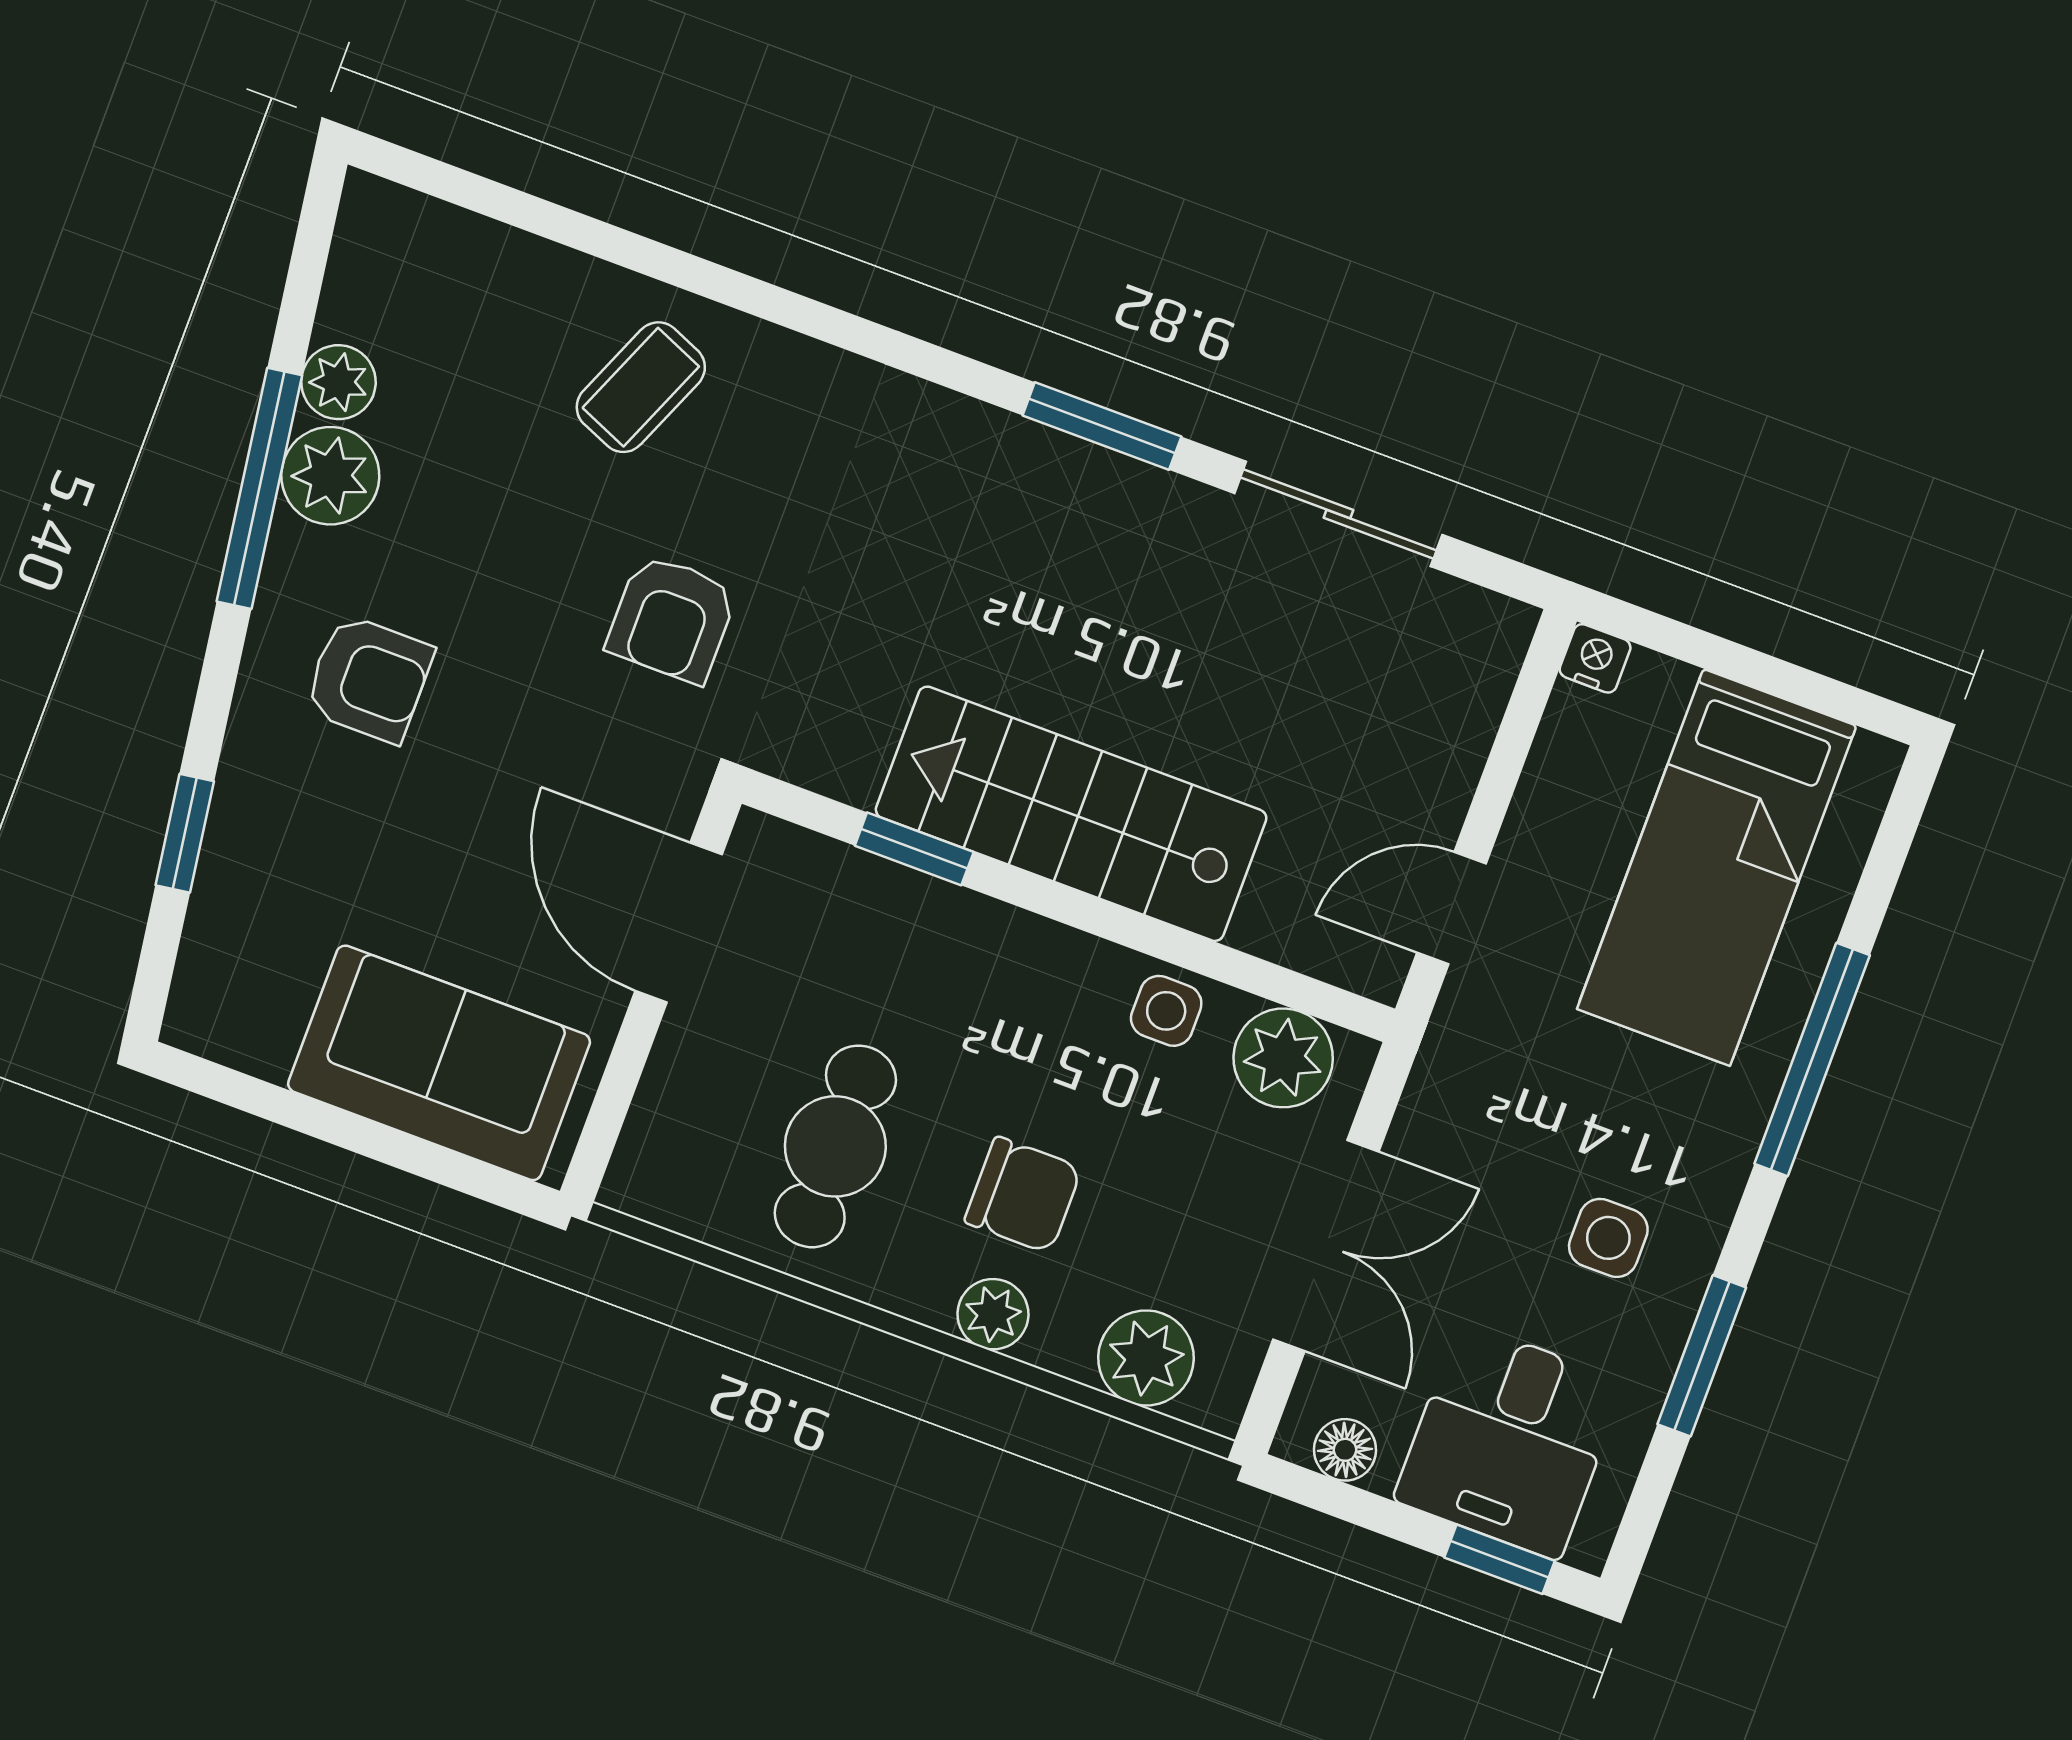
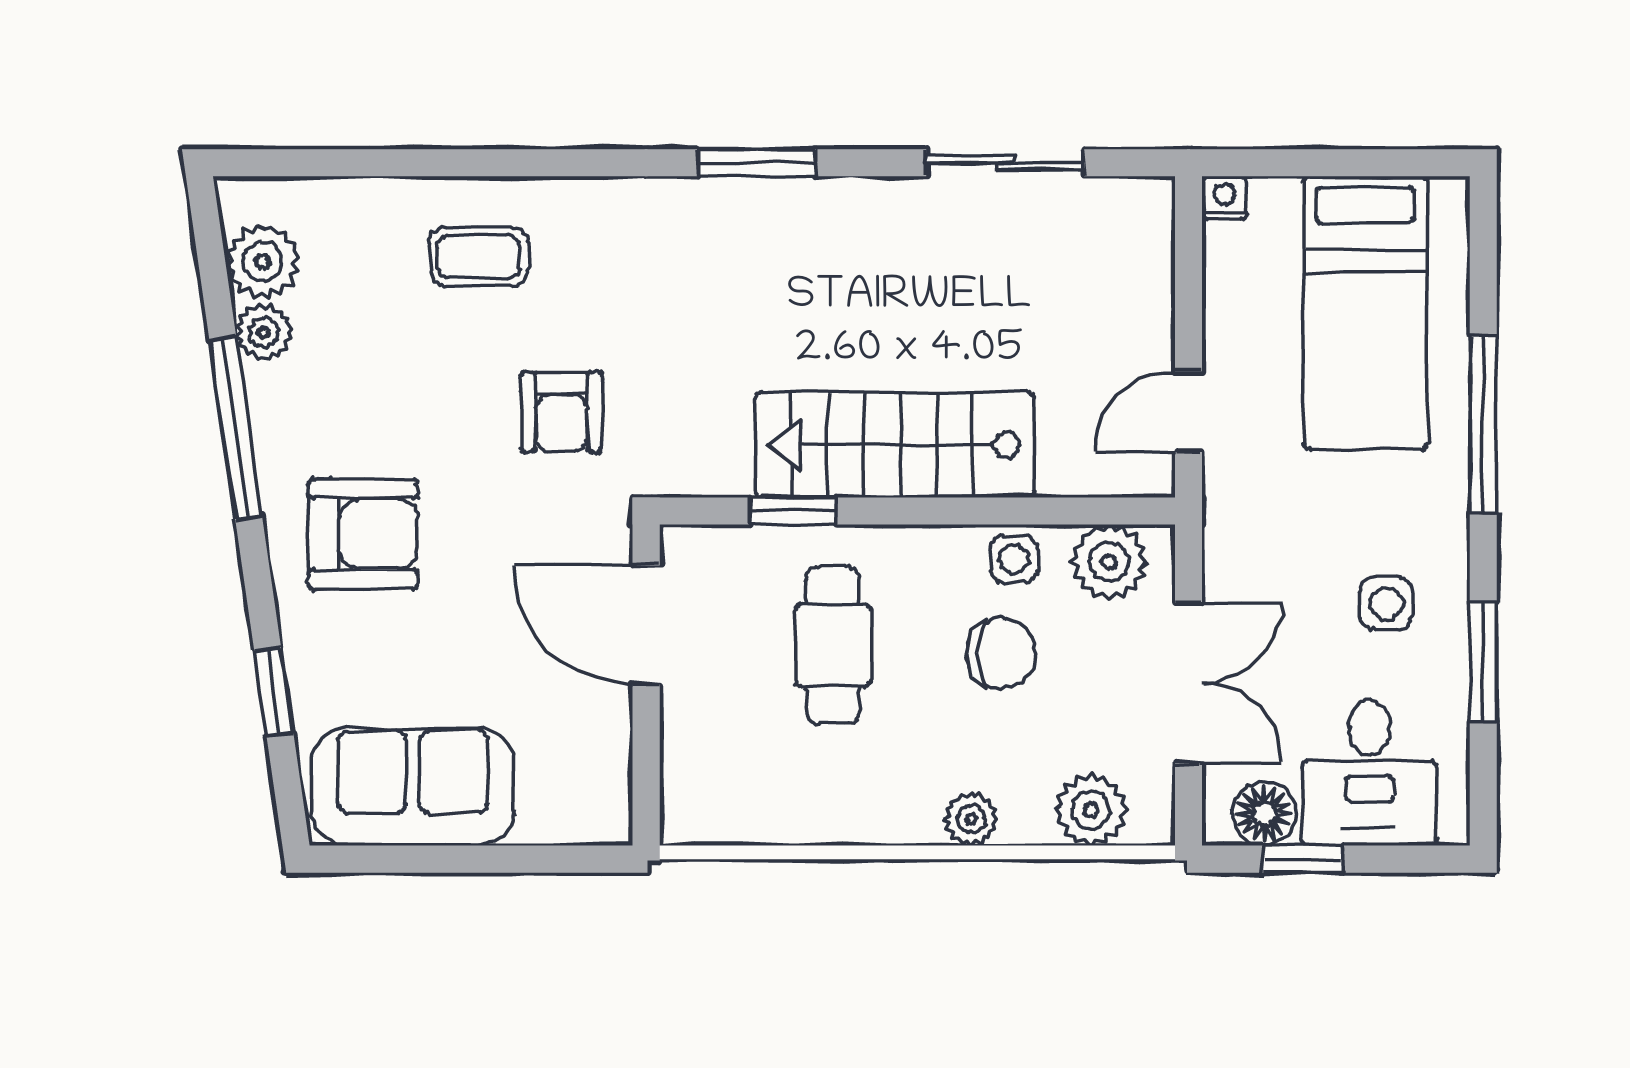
coffee table: (641, 387) -> (479, 256), turned 67
window: (1102, 426) -> (757, 163), moved
plant: (330, 476) -> (263, 262), moved
armchair: (369, 679) -> (363, 534), width x1.38, depth x1.38
sofa: (439, 1063) -> (413, 787), moved
cafe table: (835, 1146) -> (833, 645), moved
chair: (1023, 1195) -> (1001, 653), moved
floor lamp: (1345, 1450) -> (1264, 814), width x1.37, depth x1.37
window: (1500, 1559) -> (1303, 859), moved

